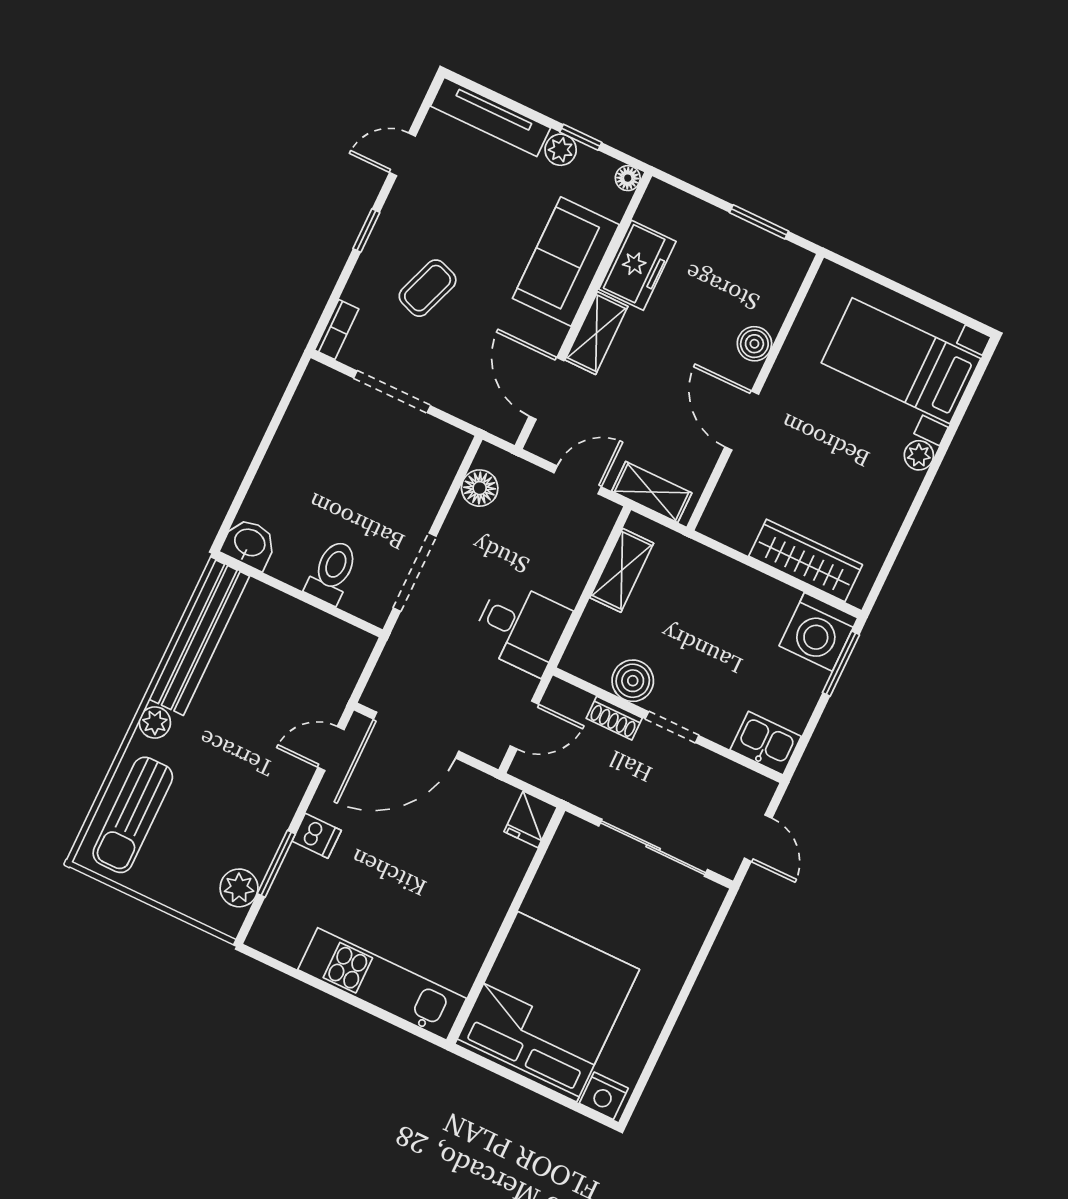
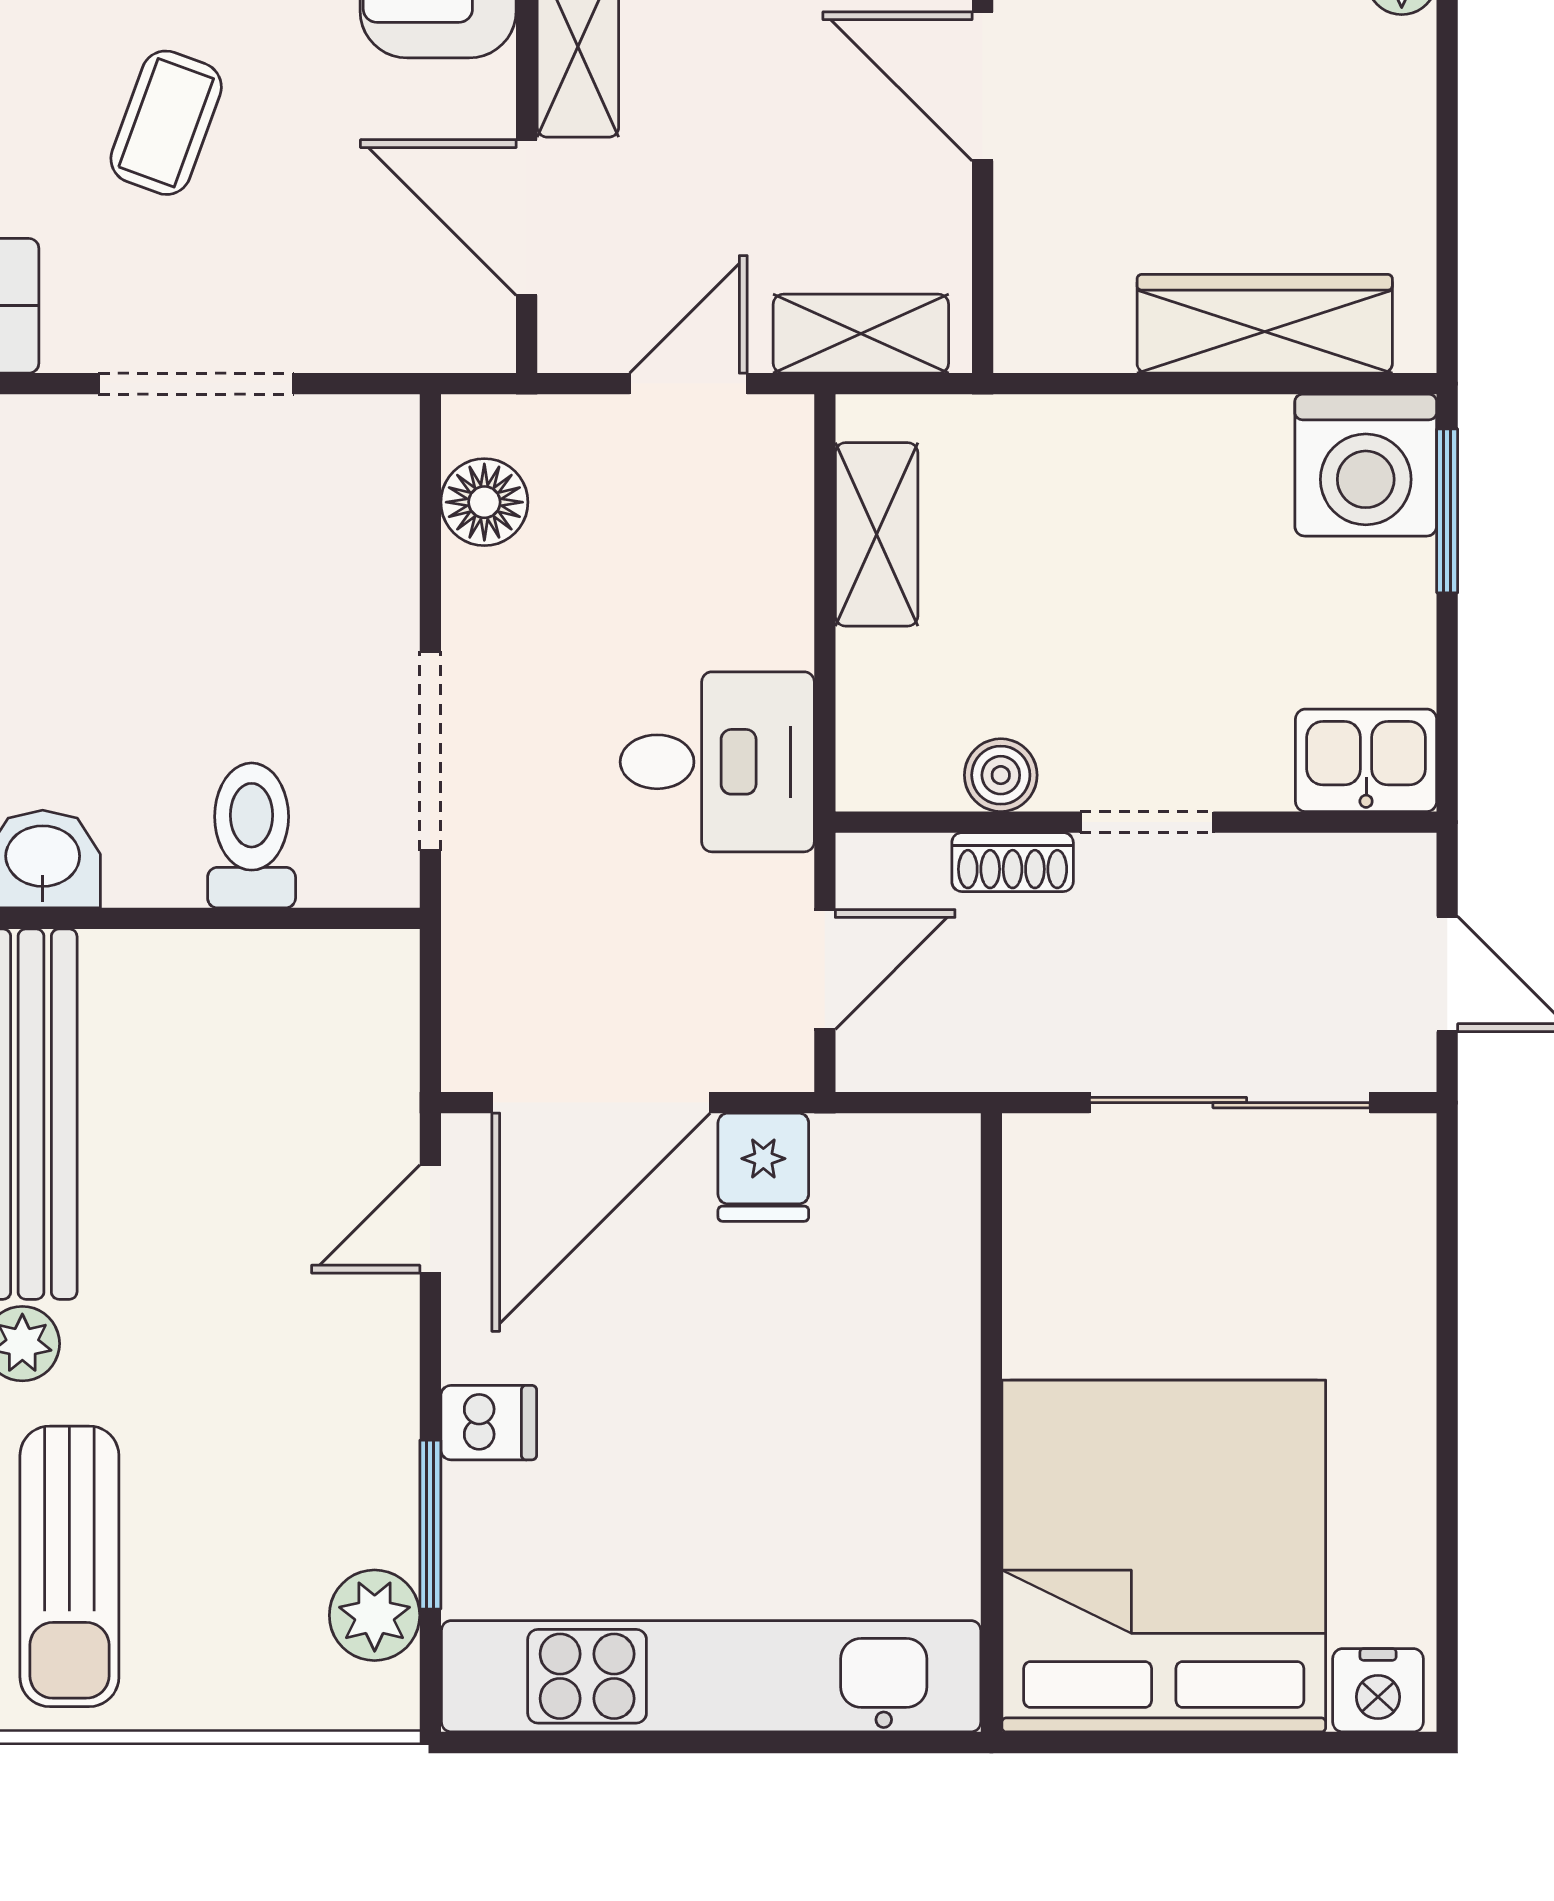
boiler: (633, 681) -> (1001, 775), width x0.73, depth x0.73
fridge: (531, 819) -> (763, 1167), moved
kitchen unit: (382, 984) -> (711, 1676), width x1.36

